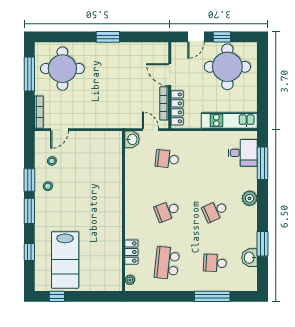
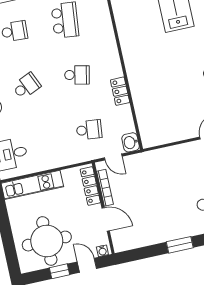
door: (196, 37) -> (87, 265), hinge flipped
water cooler: (179, 47) -> (102, 251), added
school desk: (167, 211) -> (77, 75), turned 33
locker: (131, 252) -> (120, 91), moved

